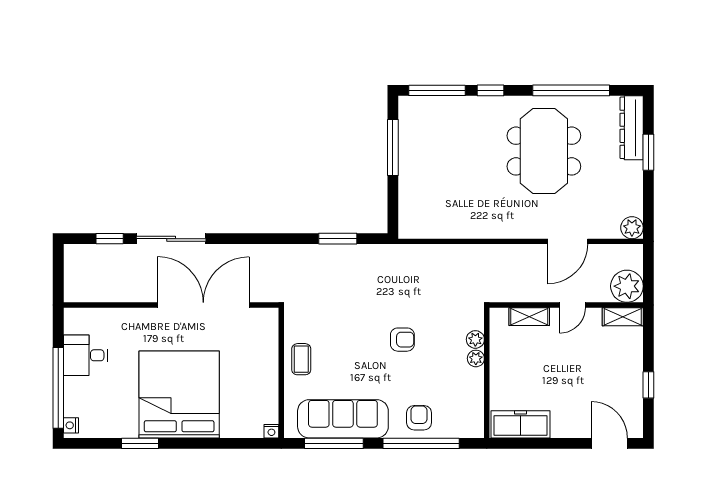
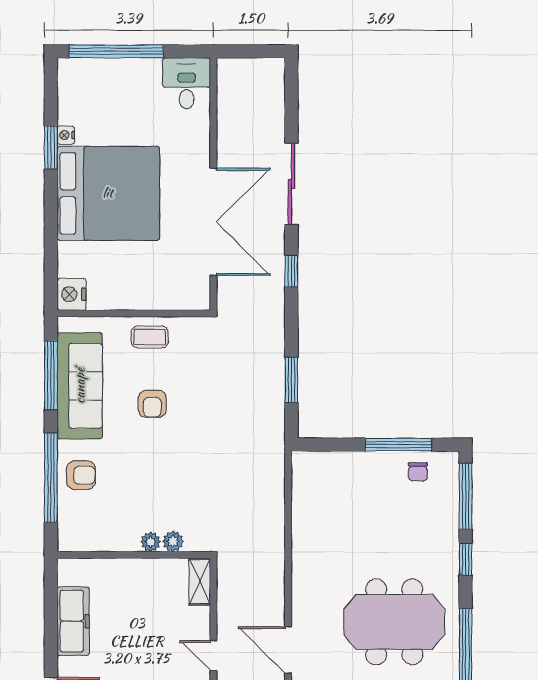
chair: (416, 131) -> (418, 472), added
window: (110, 239) -> (291, 271), moved
shelving: (529, 317) -> (200, 582), moved
armchair: (402, 340) -> (152, 404), moved
desk: (85, 355) -> (187, 83), moved
freezer: (520, 424) -> (73, 621), moved
nightstand: (71, 425) -> (66, 135), moved, turned -90
nightstand: (271, 431) -> (72, 294), width x1.89, depth x1.79

